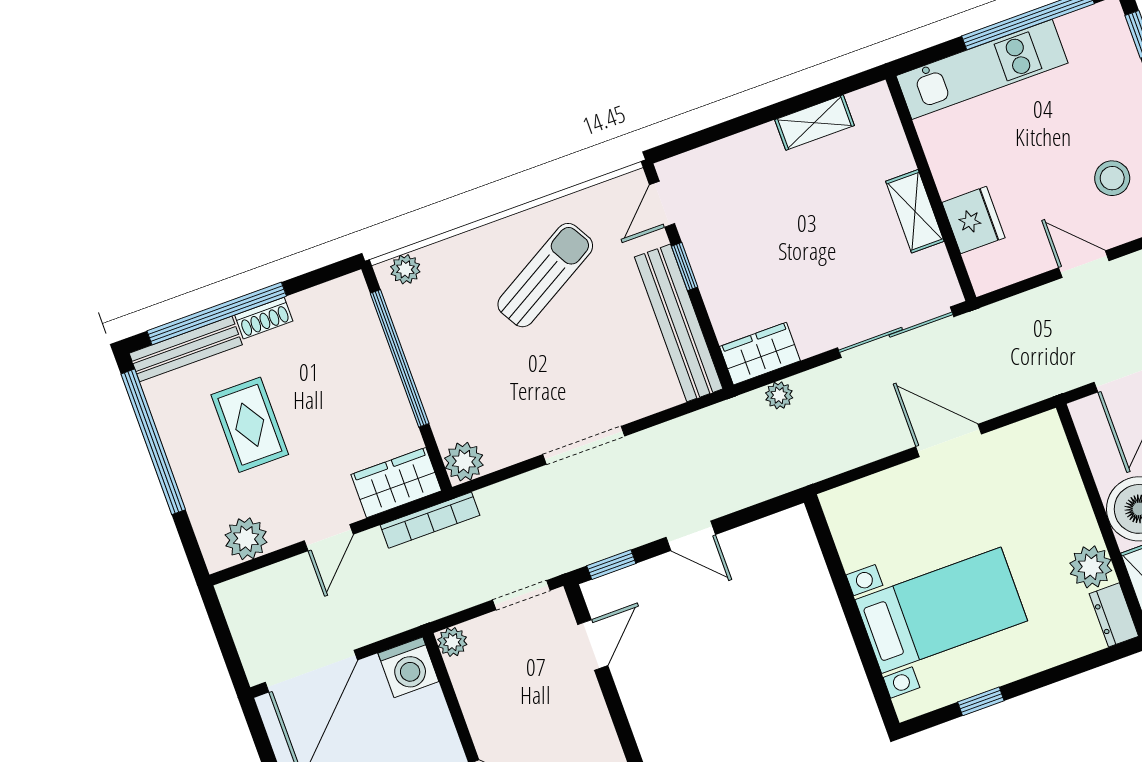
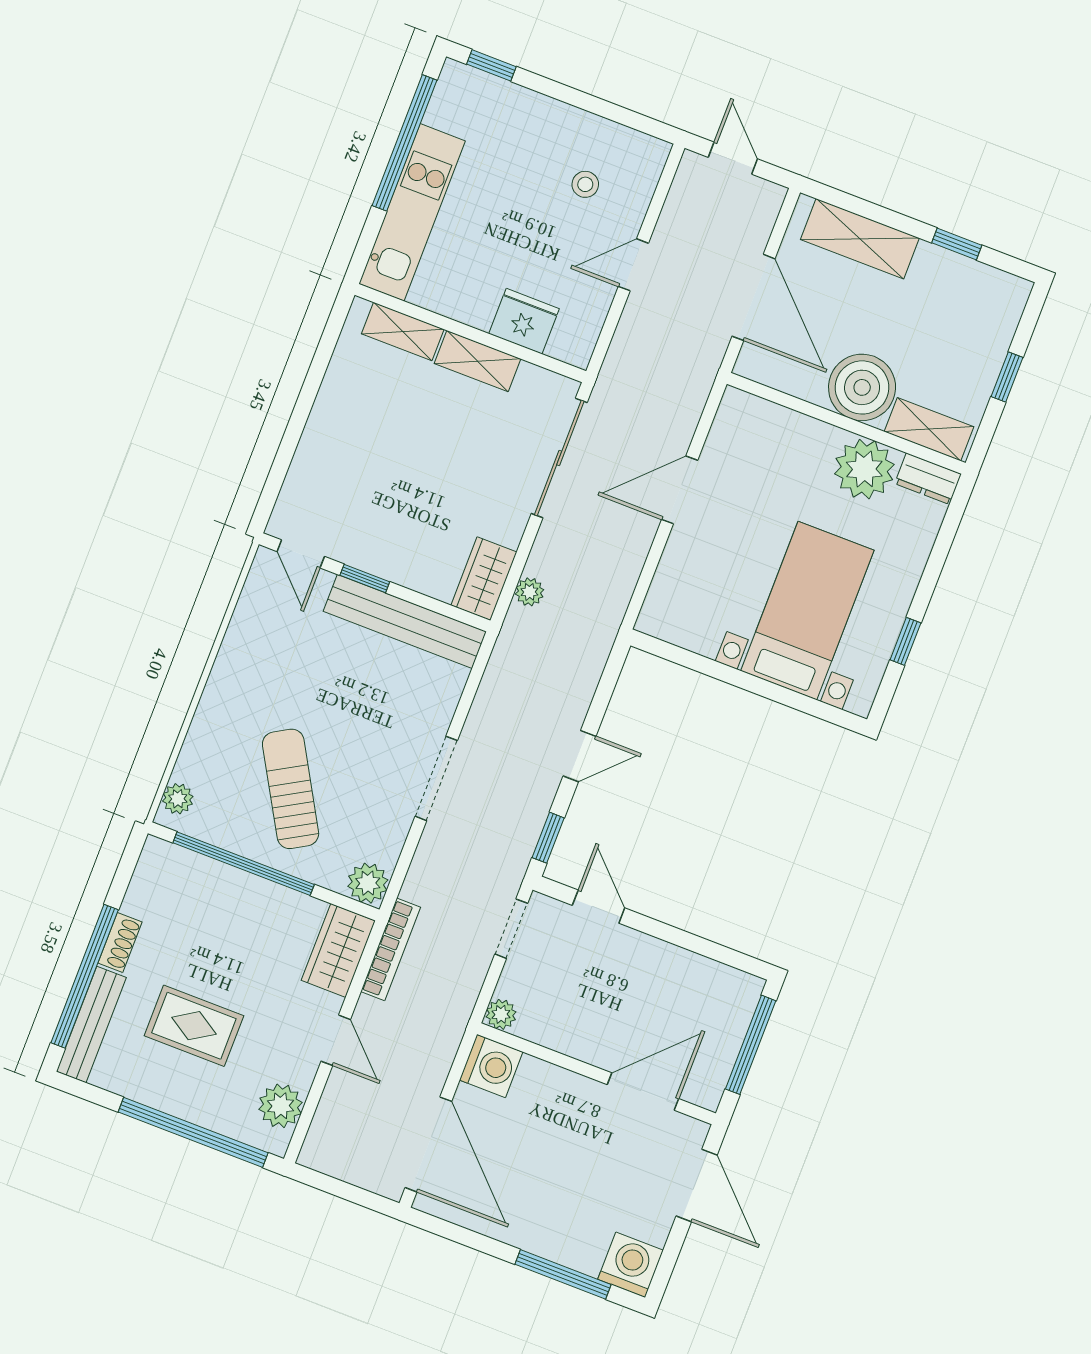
shelving: (814, 123) -> (403, 331), moved, turned 90
stool: (1112, 178) -> (585, 184), width x0.73, depth x0.73
sun lounger: (545, 275) -> (291, 789), moved
window: (153, 442) -> (193, 1132), moved
plant: (1091, 567) -> (864, 469), width x1.36, depth x1.36

